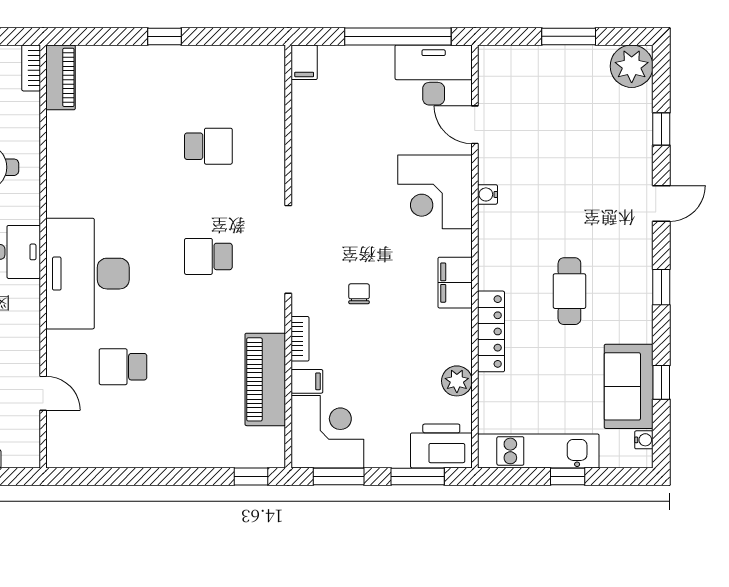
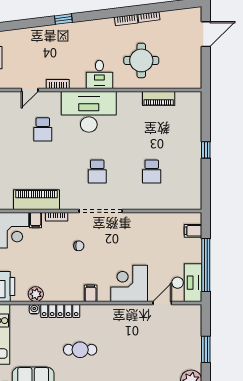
filing cabinet: (304, 62) -> (193, 231), moved
bookcase: (31, 68) -> (58, 84), moved
piano: (61, 77) -> (159, 98), moved
water cooler: (487, 194) -> (34, 309), moved
school desk: (208, 256) -> (97, 171), turned 180
filing cabinet: (455, 283) -> (91, 293), width x0.50
school desk: (123, 367) -> (43, 129), turned 180

